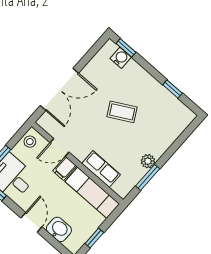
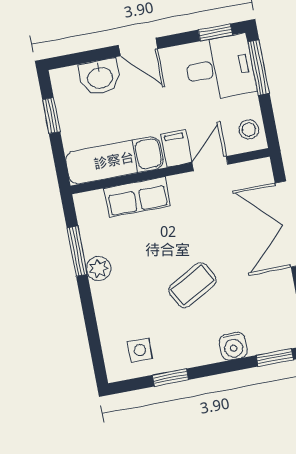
water cooler: (121, 58) -> (233, 346), moved
side table: (171, 113) -> (140, 350), added

